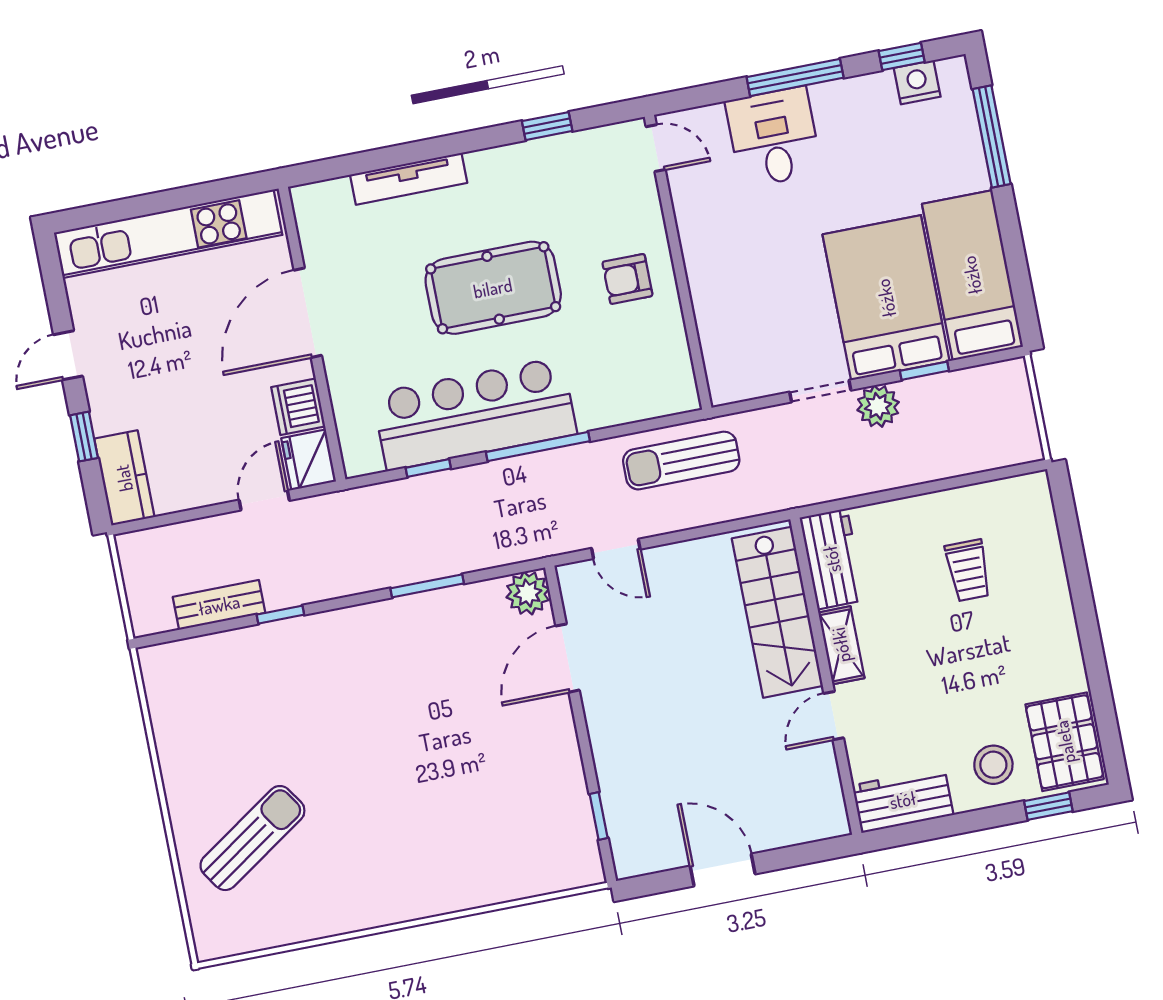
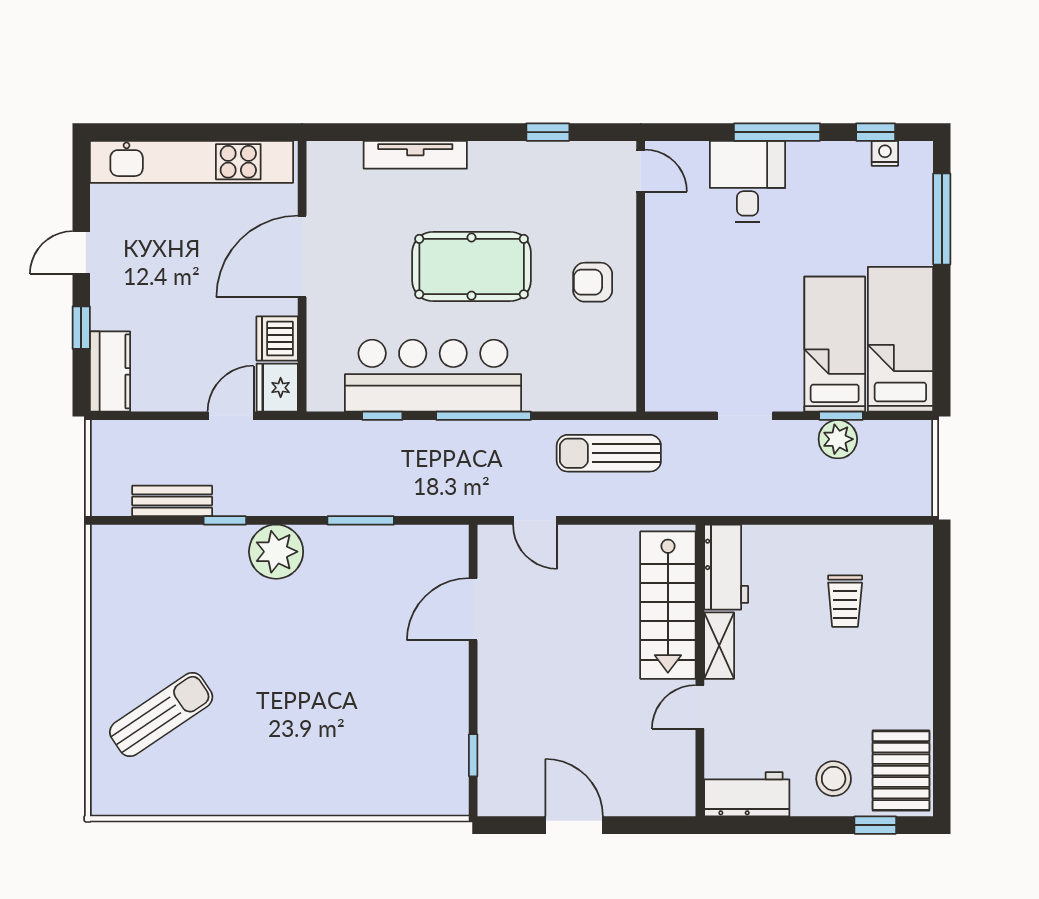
nightstand: (917, 82) -> (885, 153), width x0.72, depth x0.74
bed: (886, 298) -> (835, 344), width x0.67
plant: (878, 406) -> (838, 439), moved
plant: (528, 593) -> (276, 552), moved, width x1.36, depth x1.36

